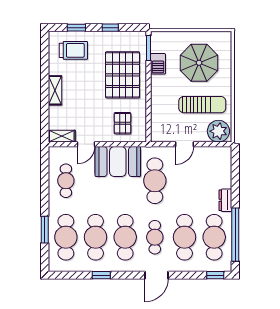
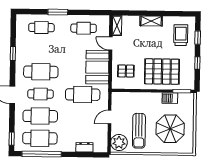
trolley: (73, 50) -> (181, 35), turned 180
door: (184, 144) -> (110, 117), hinge flipped
dresser: (225, 200) -> (84, 147), moved
window: (45, 230) -> (58, 12), moved
cafe table: (66, 237) -> (41, 28), width x0.73, depth x0.74
cafe table: (96, 237) -> (41, 50), removed

